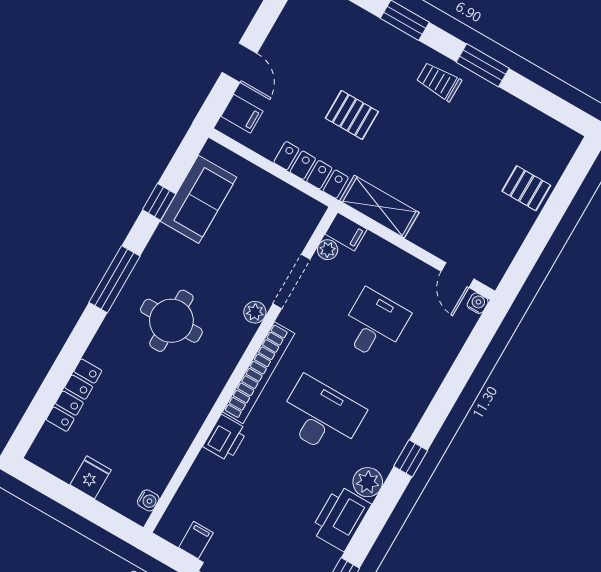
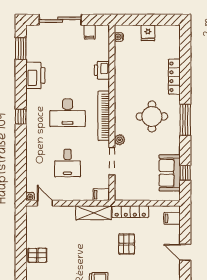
door: (239, 63) -> (185, 252), moved
pallet: (352, 115) -> (127, 244), turned 90
window: (159, 202) -> (185, 173), moved
plant: (328, 250) -> (105, 183), removed
locker: (74, 395) -> (174, 77), moved
printer: (225, 438) -> (102, 70), moved
plant: (368, 482) -> (33, 97), removed

